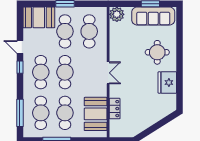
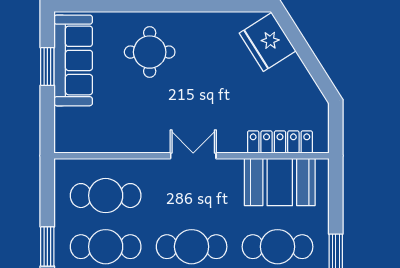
plant: (117, 14) -> (70, 137), removed
fridge: (167, 83) -> (268, 42), moved, turned 58
locker: (115, 109) -> (280, 142), width x1.53

